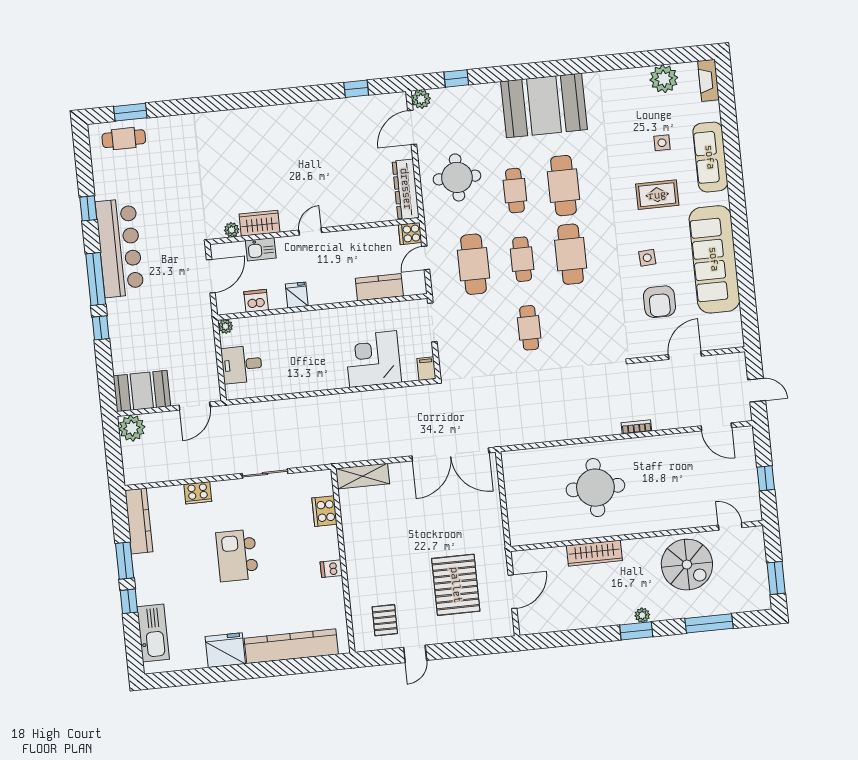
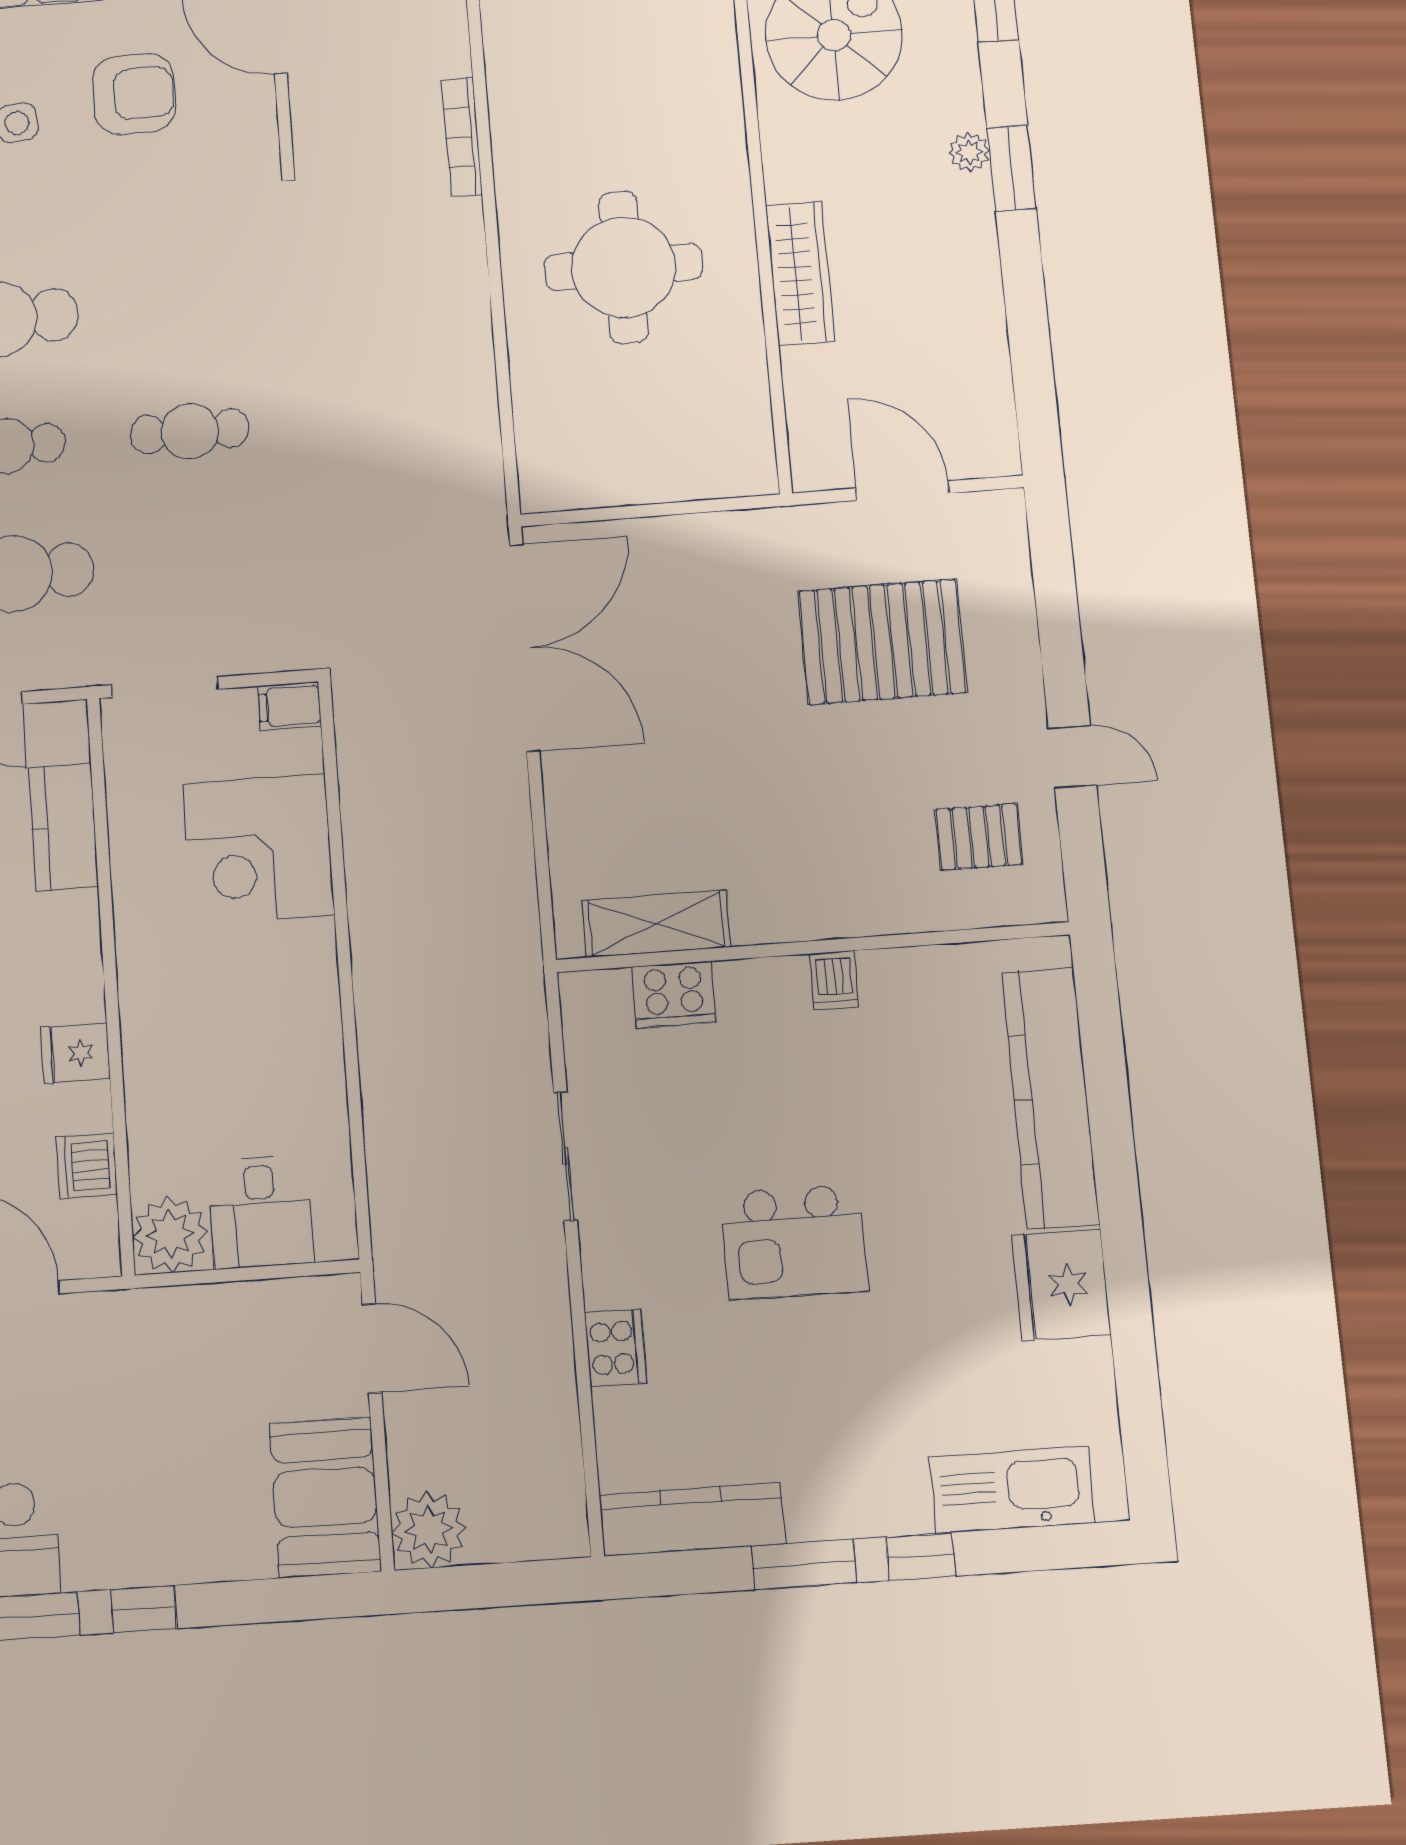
plant: (226, 326) -> (170, 1235), width x1.88, depth x1.88
bookcase: (636, 427) -> (462, 137), width x1.56
shelving: (363, 476) -> (656, 924), moved, turned 90

